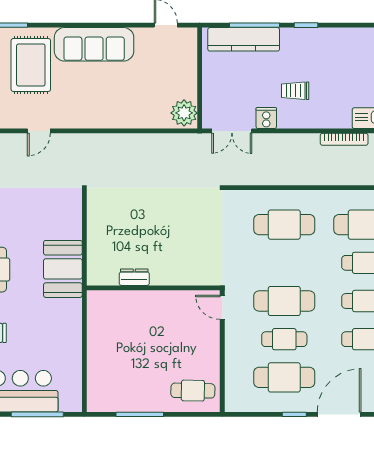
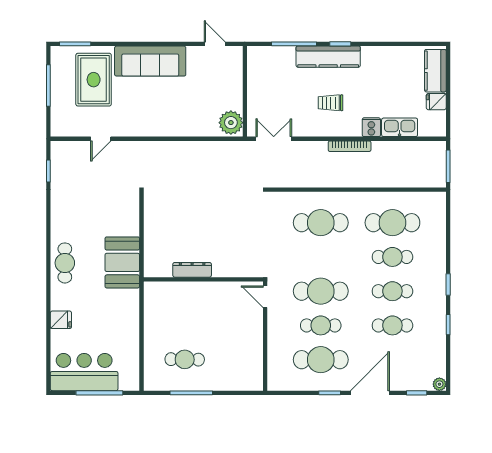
kitchen counter: (244, 39) -> (328, 57), moved
cooker: (266, 118) -> (371, 127), moved
double door: (232, 131) -> (274, 139), swing flipped
bookcase: (344, 139) -> (350, 146), moved
dresser: (134, 277) -> (192, 270), width x1.44
cafe table: (193, 391) -> (185, 359), moved

